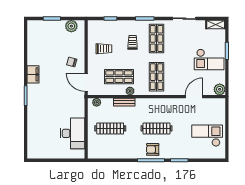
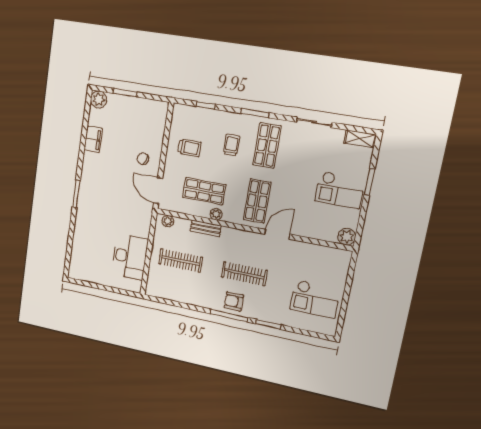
plant: (71, 26) -> (99, 99), moved
filing cabinet: (33, 74) -> (93, 139), moved
door: (194, 97) -> (277, 234), moved
checkout: (207, 136) -> (315, 299), turned 180

